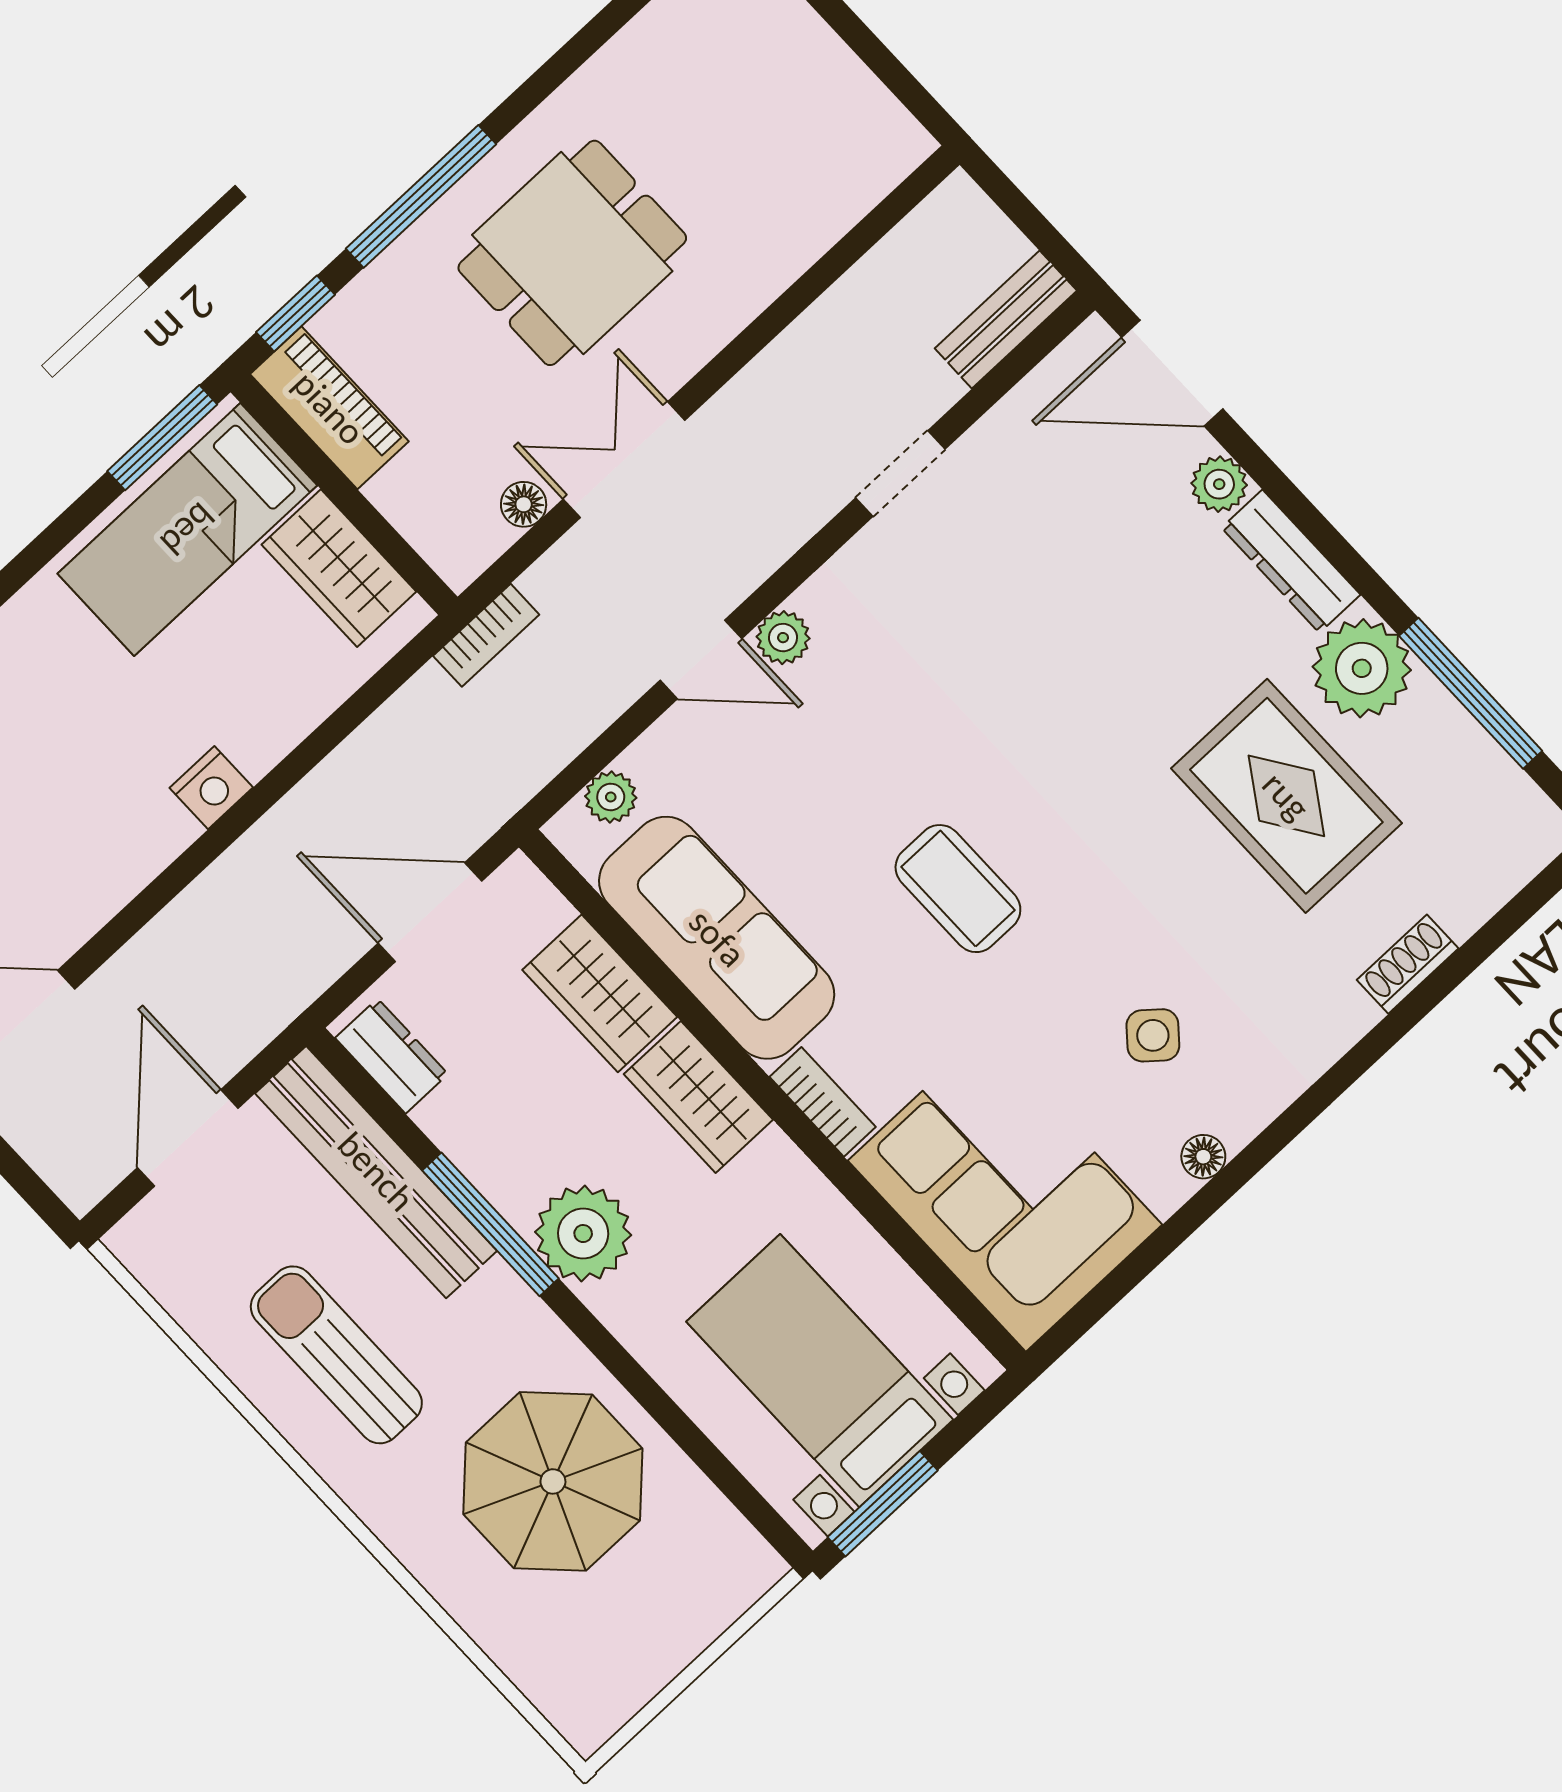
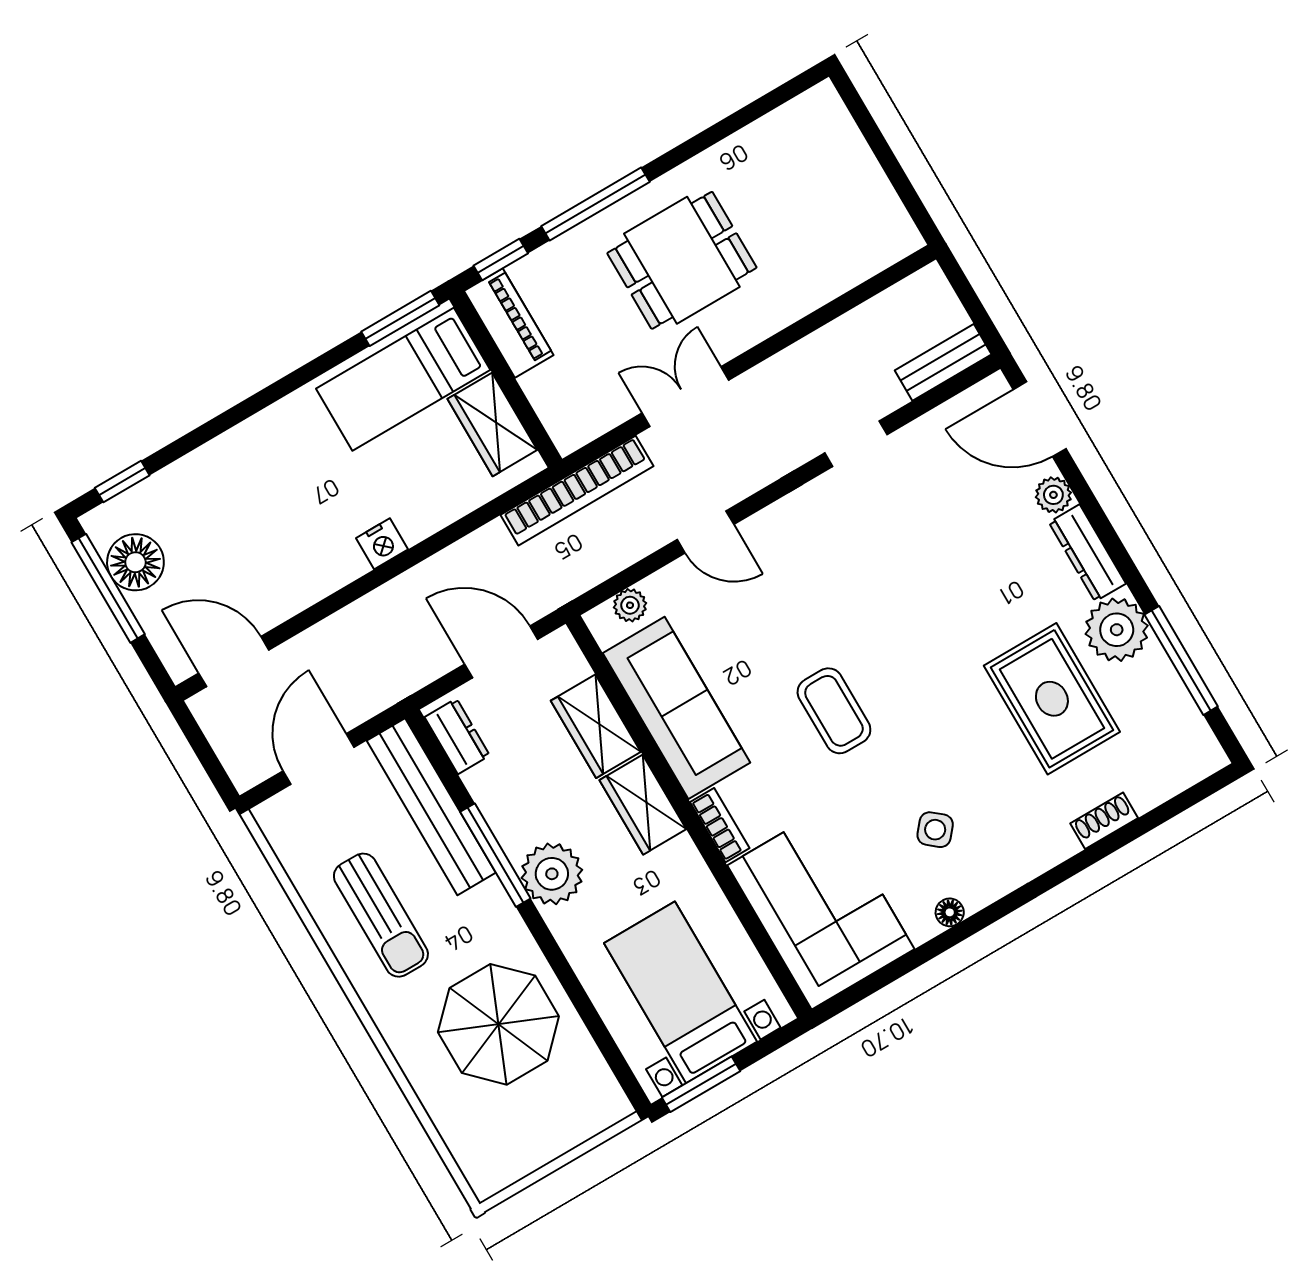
floor lamp: (524, 504) -> (616, 410), removed
bookcase: (486, 635) -> (577, 491), width x2.31, depth x1.31
plant: (783, 638) -> (760, 530), removed
sun lounger: (336, 1355) -> (381, 915), turned 180

